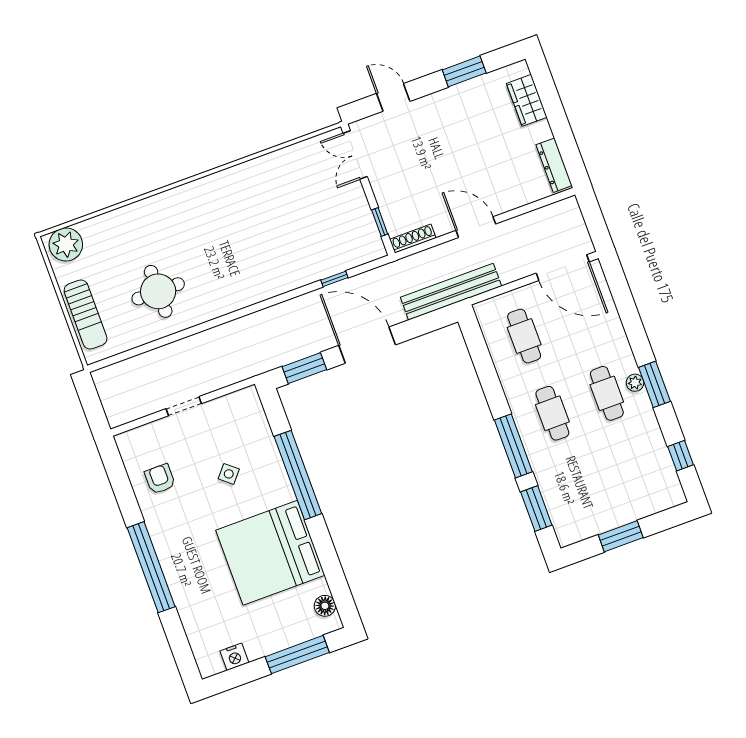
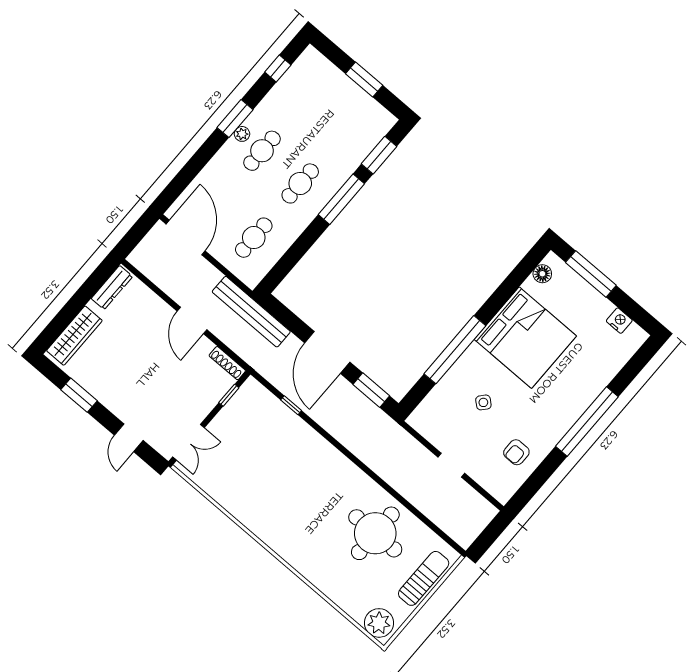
wardrobe: (527, 100) -> (74, 336), width x1.50
round table: (158, 291) -> (375, 533), width x1.36, depth x1.36

